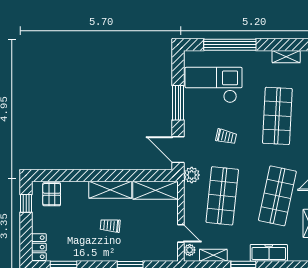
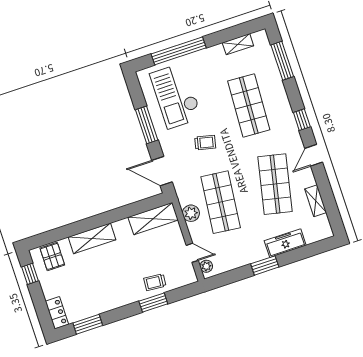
checkout: (214, 85) -> (176, 96), turned -90
plant: (192, 175) -> (191, 213), moved
shelving: (110, 190) -> (92, 238), moved
trolley: (110, 225) -> (155, 282), moved
shelving: (213, 255) -> (231, 264), removed

